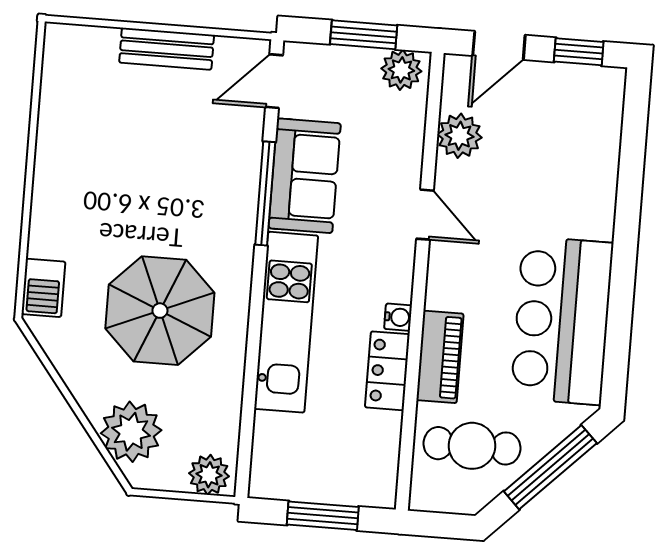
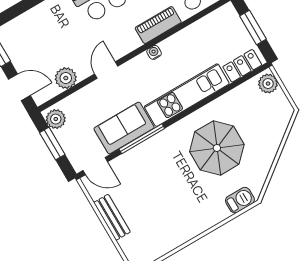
locker: (387, 371) -> (242, 66), moved, turned 180
plant: (131, 432) -> (273, 126), removed

